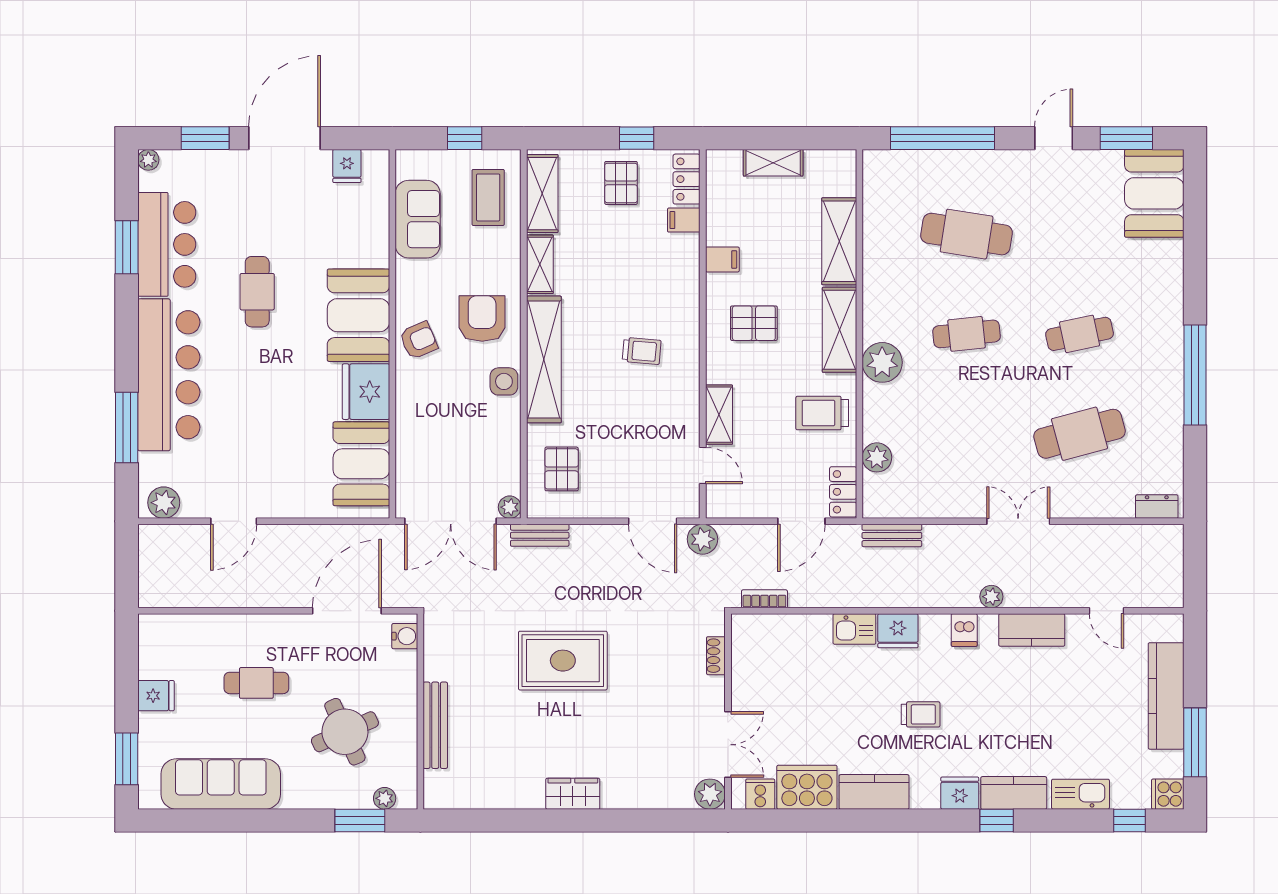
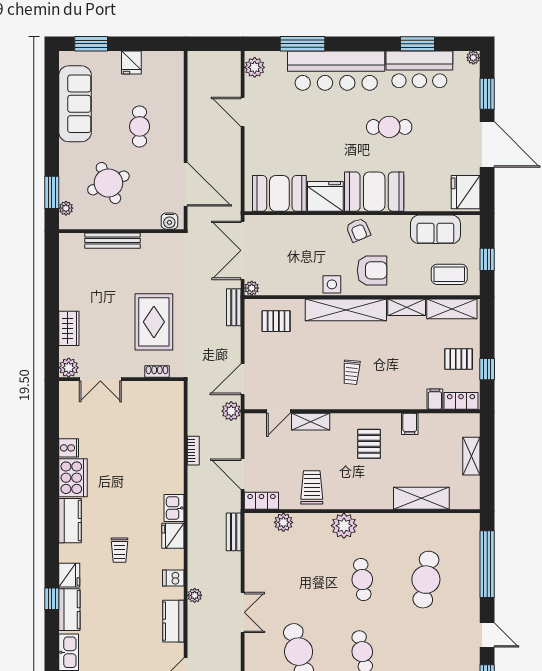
fridge: (347, 166) -> (466, 192), width x1.88, depth x1.34
shelving: (840, 330) -> (365, 499), removed
shoe rack: (716, 656) -> (157, 371), moved
wall: (728, 711) -> (121, 379), moved
double door: (728, 745) -> (100, 379), moved
plant: (710, 794) -> (69, 368), moved

